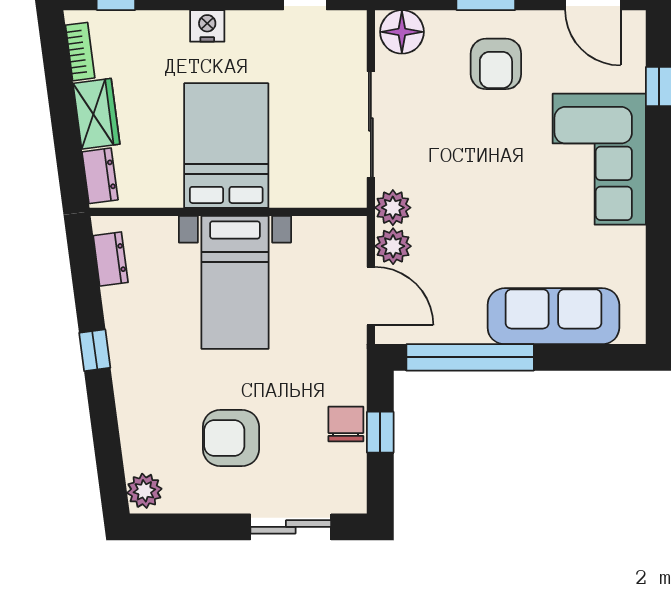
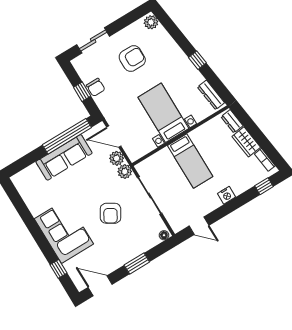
floor lamp: (402, 32) -> (164, 235), width x0.53, depth x0.53
armchair: (496, 64) -> (110, 213), moved, turned -149
bed: (226, 146) -> (190, 161), width x0.67
dresser: (111, 259) -> (211, 95), width x1.44
sofa: (553, 316) -> (64, 157), moved

